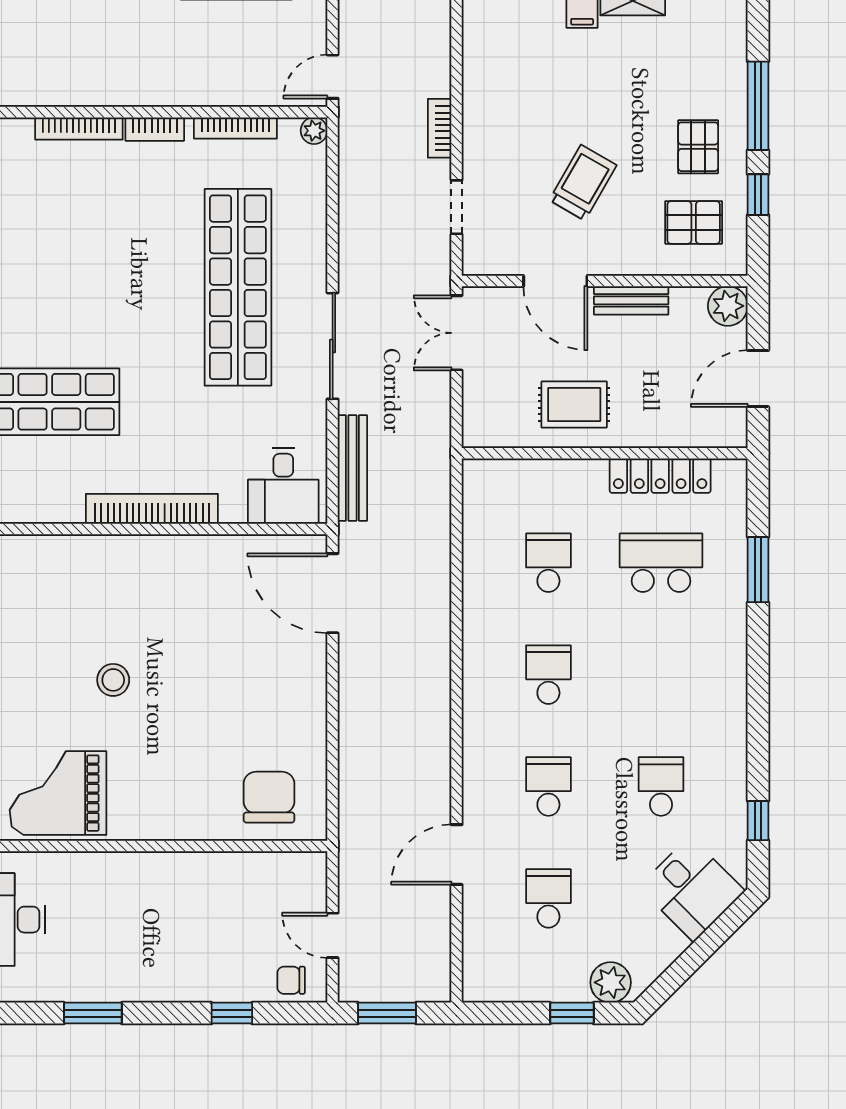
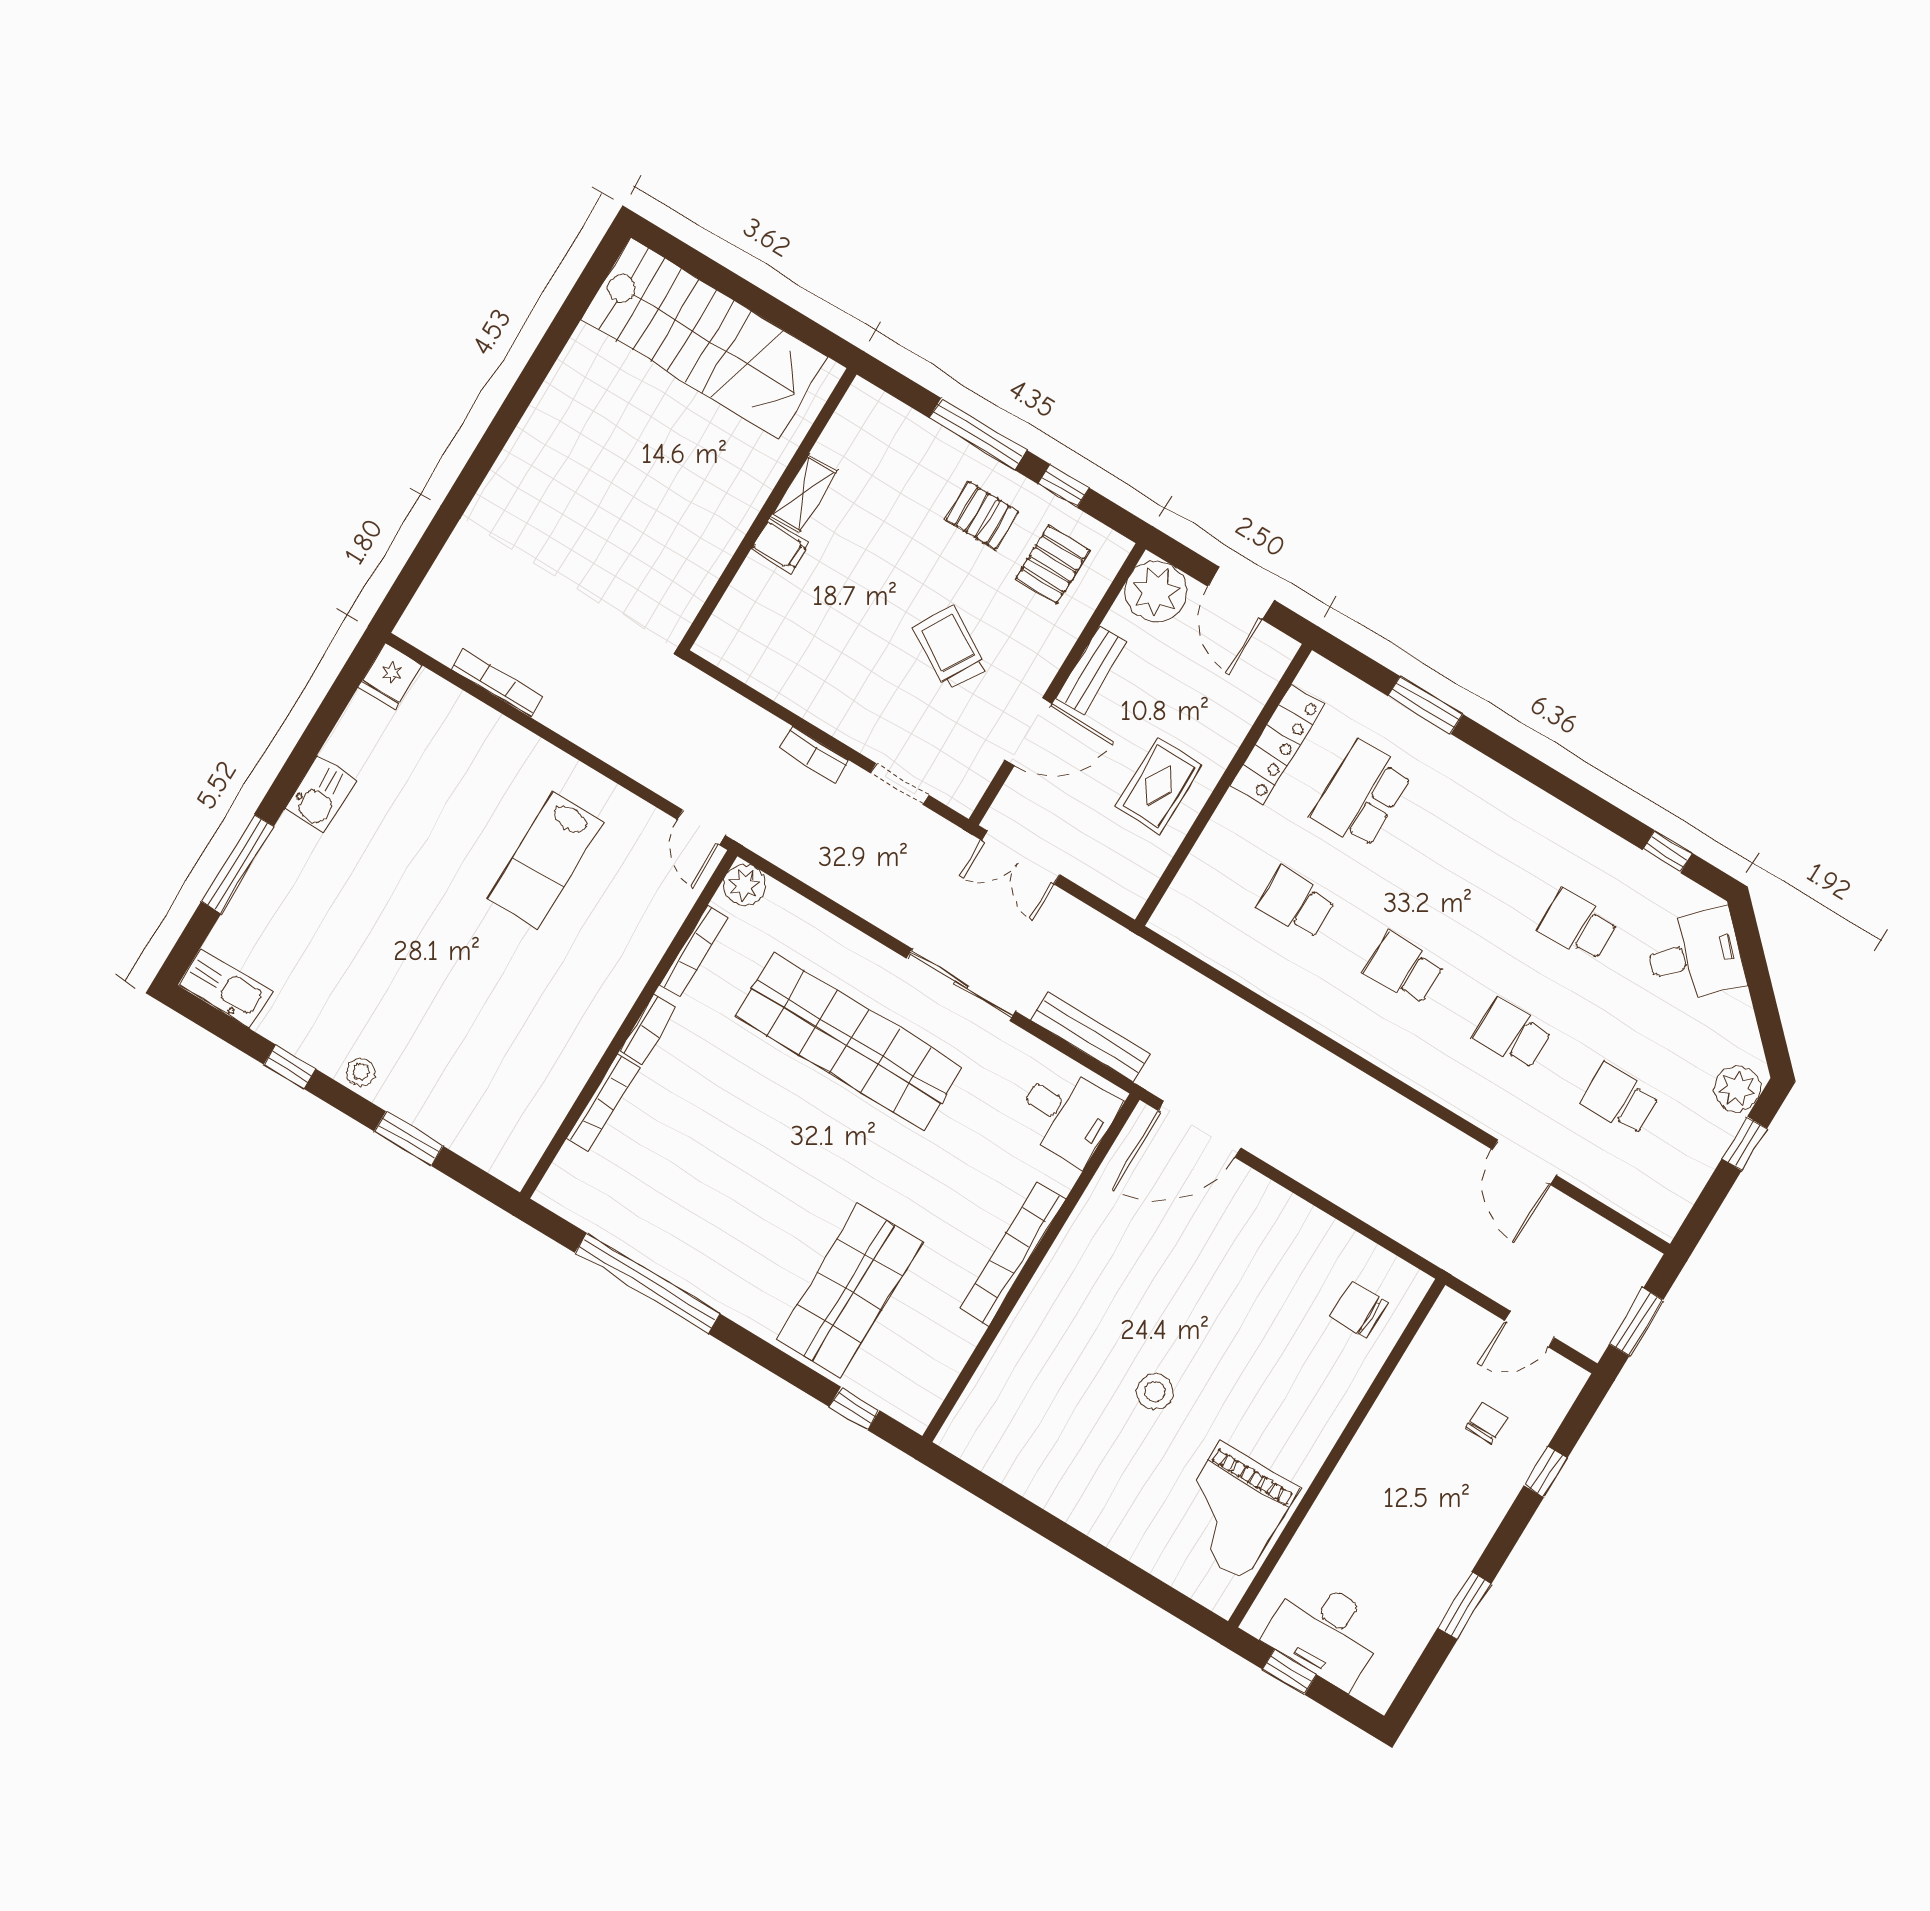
plant: (314, 131) -> (744, 885), width x1.38, depth x1.38
plant: (728, 306) -> (1156, 591), width x1.36, depth x1.36
chair: (269, 797) -> (1359, 1310), width x0.73, depth x0.73
chair: (291, 980) -> (1486, 1423), moved, turned 180

